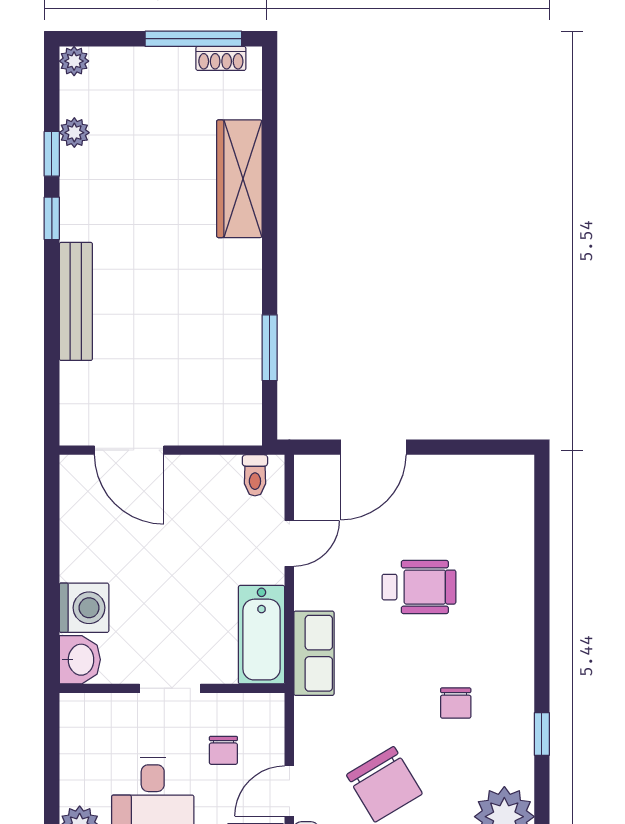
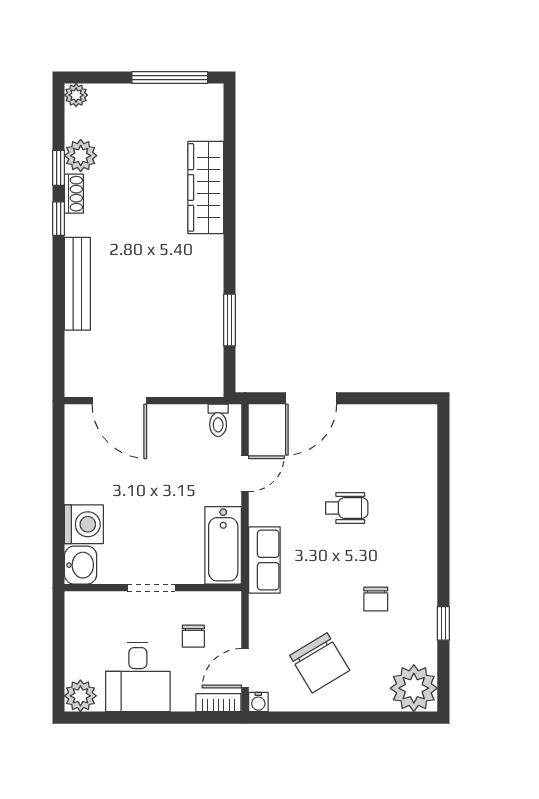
shoe rack: (221, 58) -> (74, 194), moved, turned -90
plant: (74, 133) -> (81, 156), width x1.38, depth x1.38
wheelchair: (419, 587) -> (347, 508), width x0.73, depth x0.73

